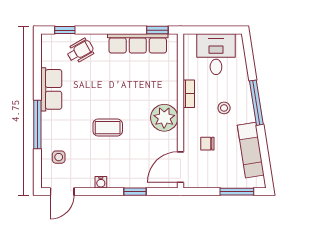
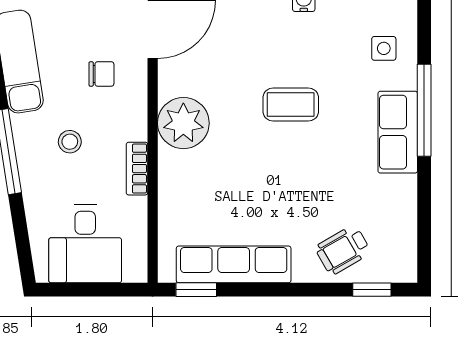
row of seats: (51, 89) -> (398, 132), moved

